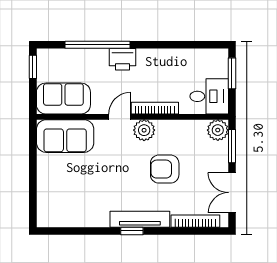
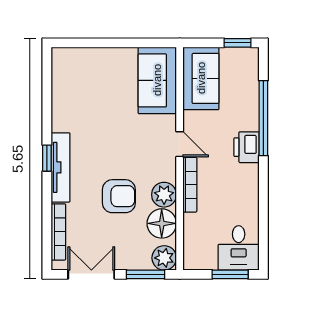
desk: (209, 96) -> (239, 248), moved
plant: (144, 130) -> (164, 195), moved
floor lamp: (188, 132) -> (162, 223), added
armchair: (165, 169) -> (119, 196), turned 90

